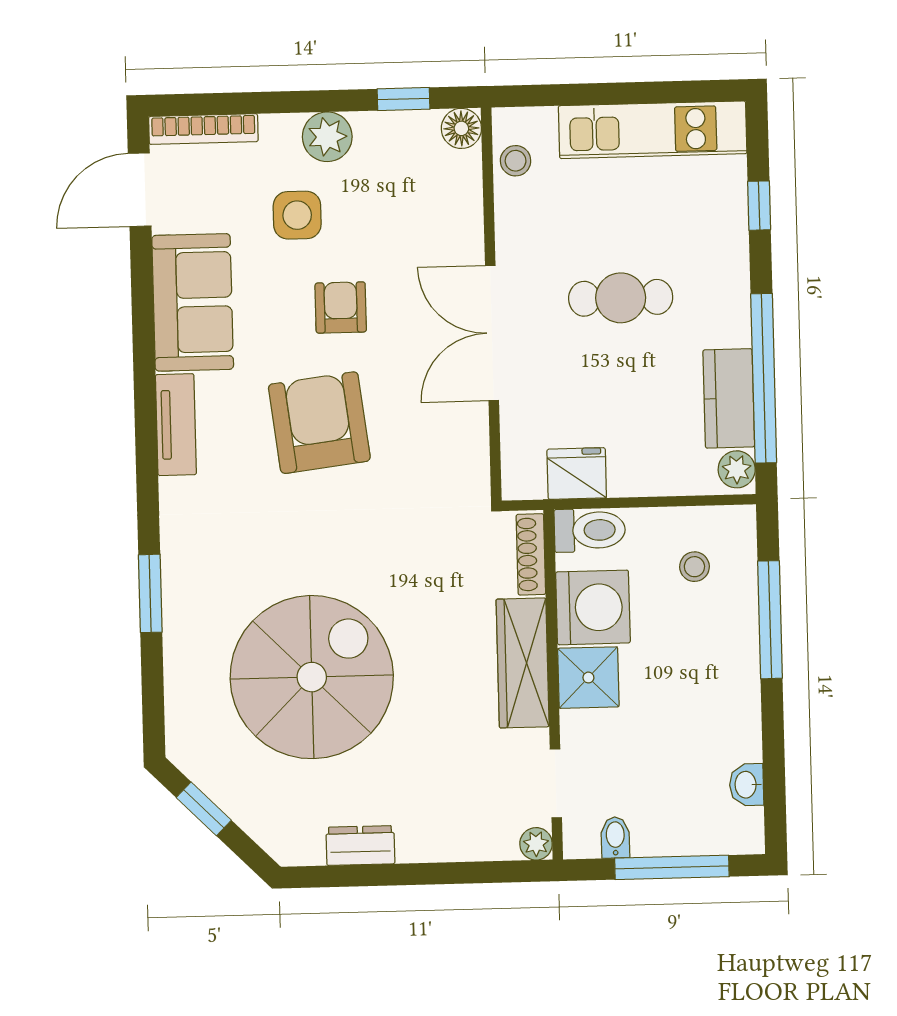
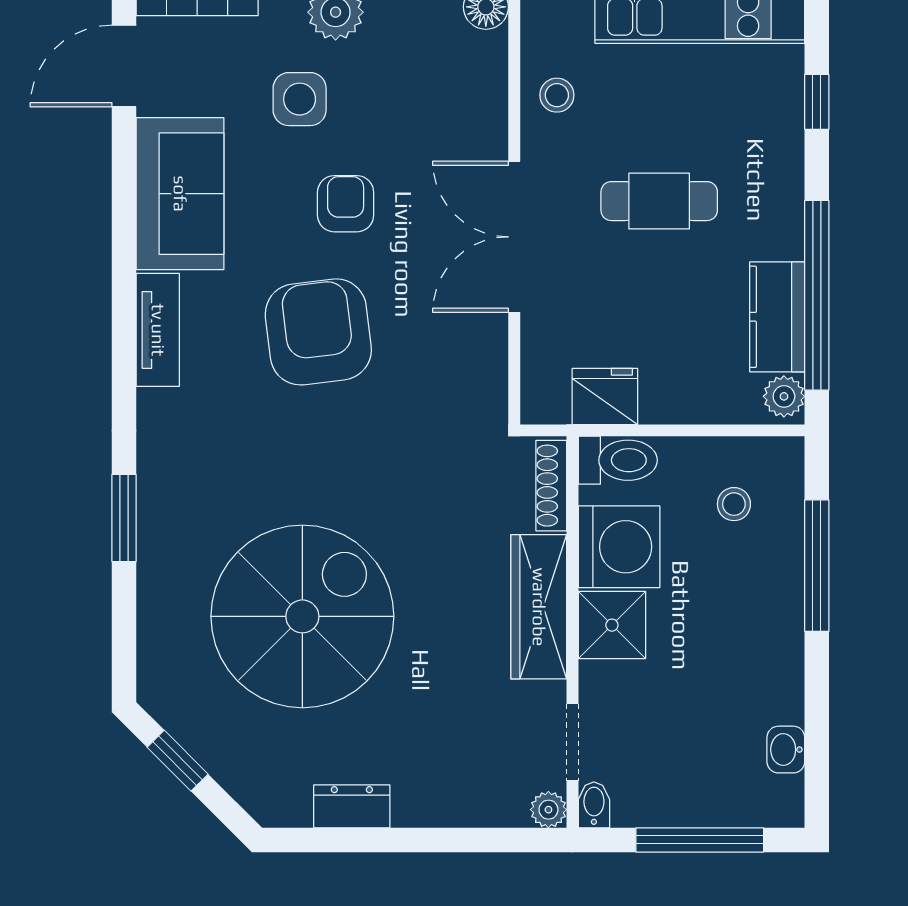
stool: (516, 161) -> (557, 95), moved
bidet: (615, 837) -> (594, 805), moved

